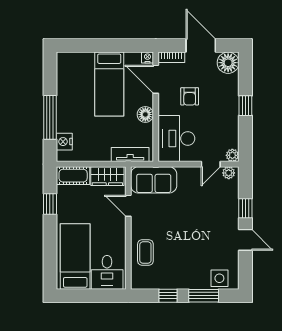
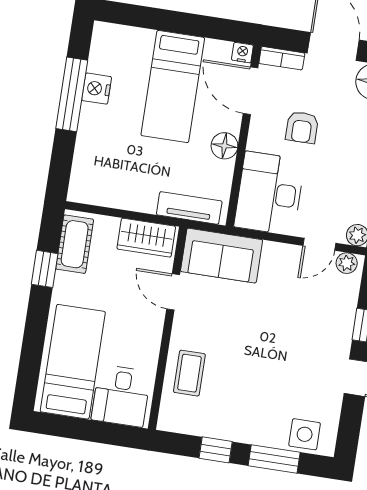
window: (50, 117) -> (72, 94), moved
nightstand: (64, 142) -> (97, 89), moved
cot: (73, 176) -> (75, 244), moved, turned 90

